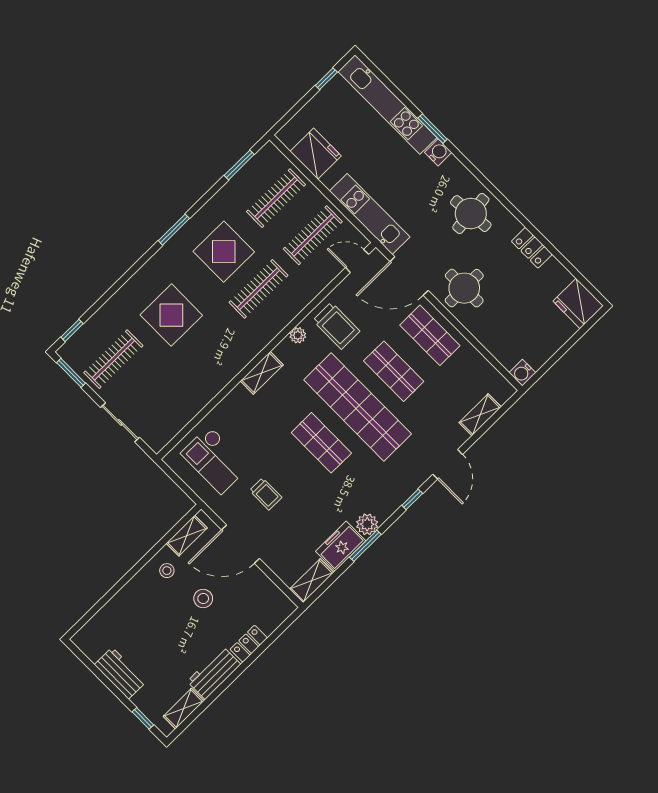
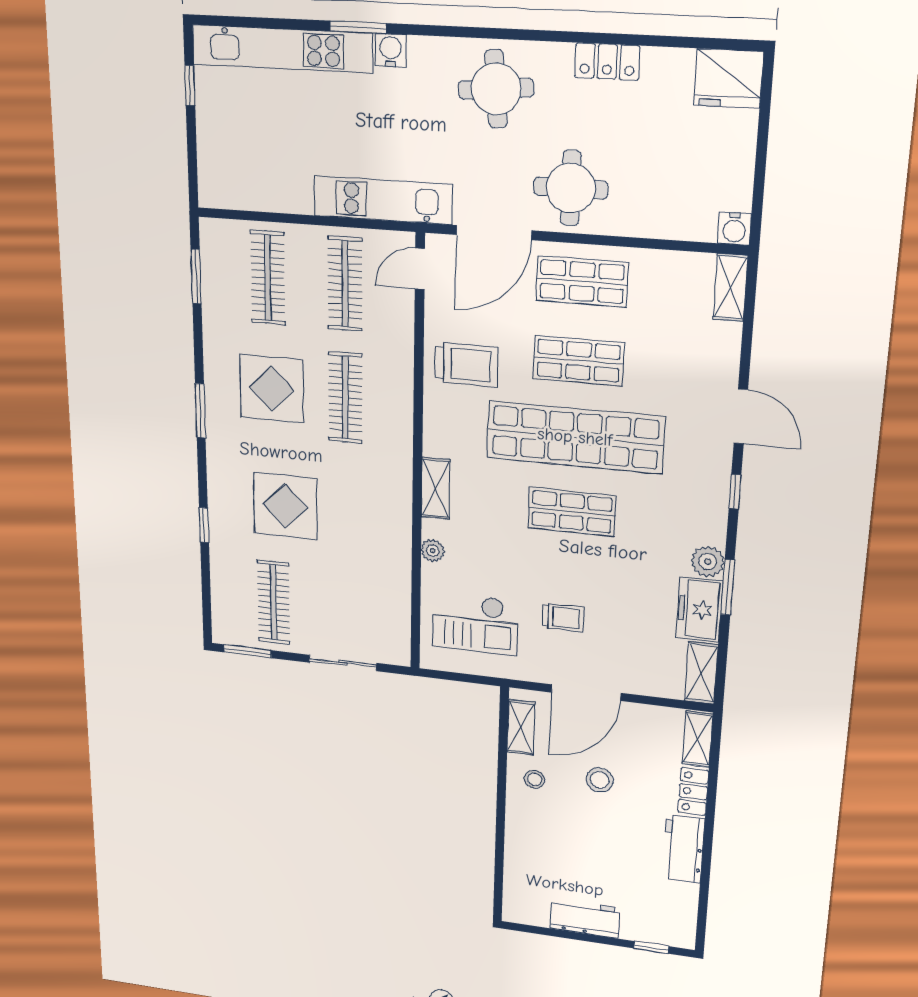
fridge: (316, 154) -> (261, 186), removed
window: (72, 330) -> (204, 525), moved
plant: (298, 335) -> (433, 551), moved
shelving: (480, 415) -> (730, 288), moved
shelving: (184, 709) -> (698, 739), moved

